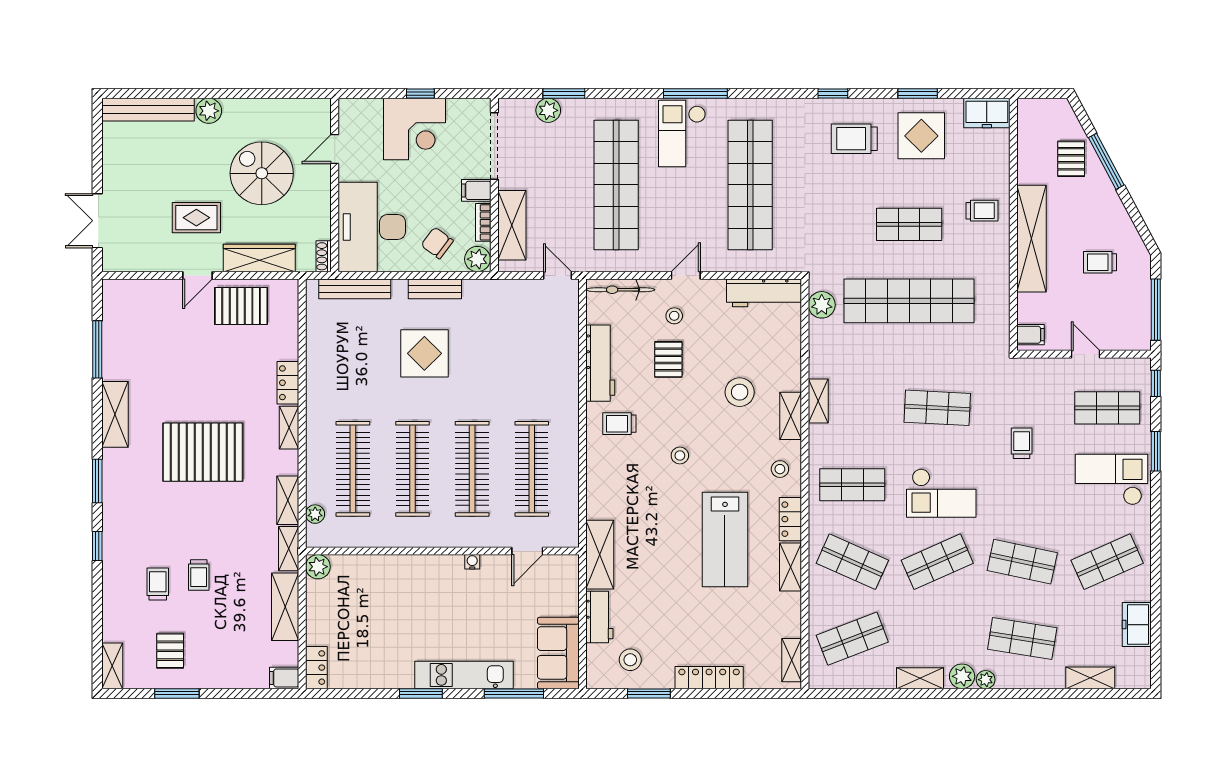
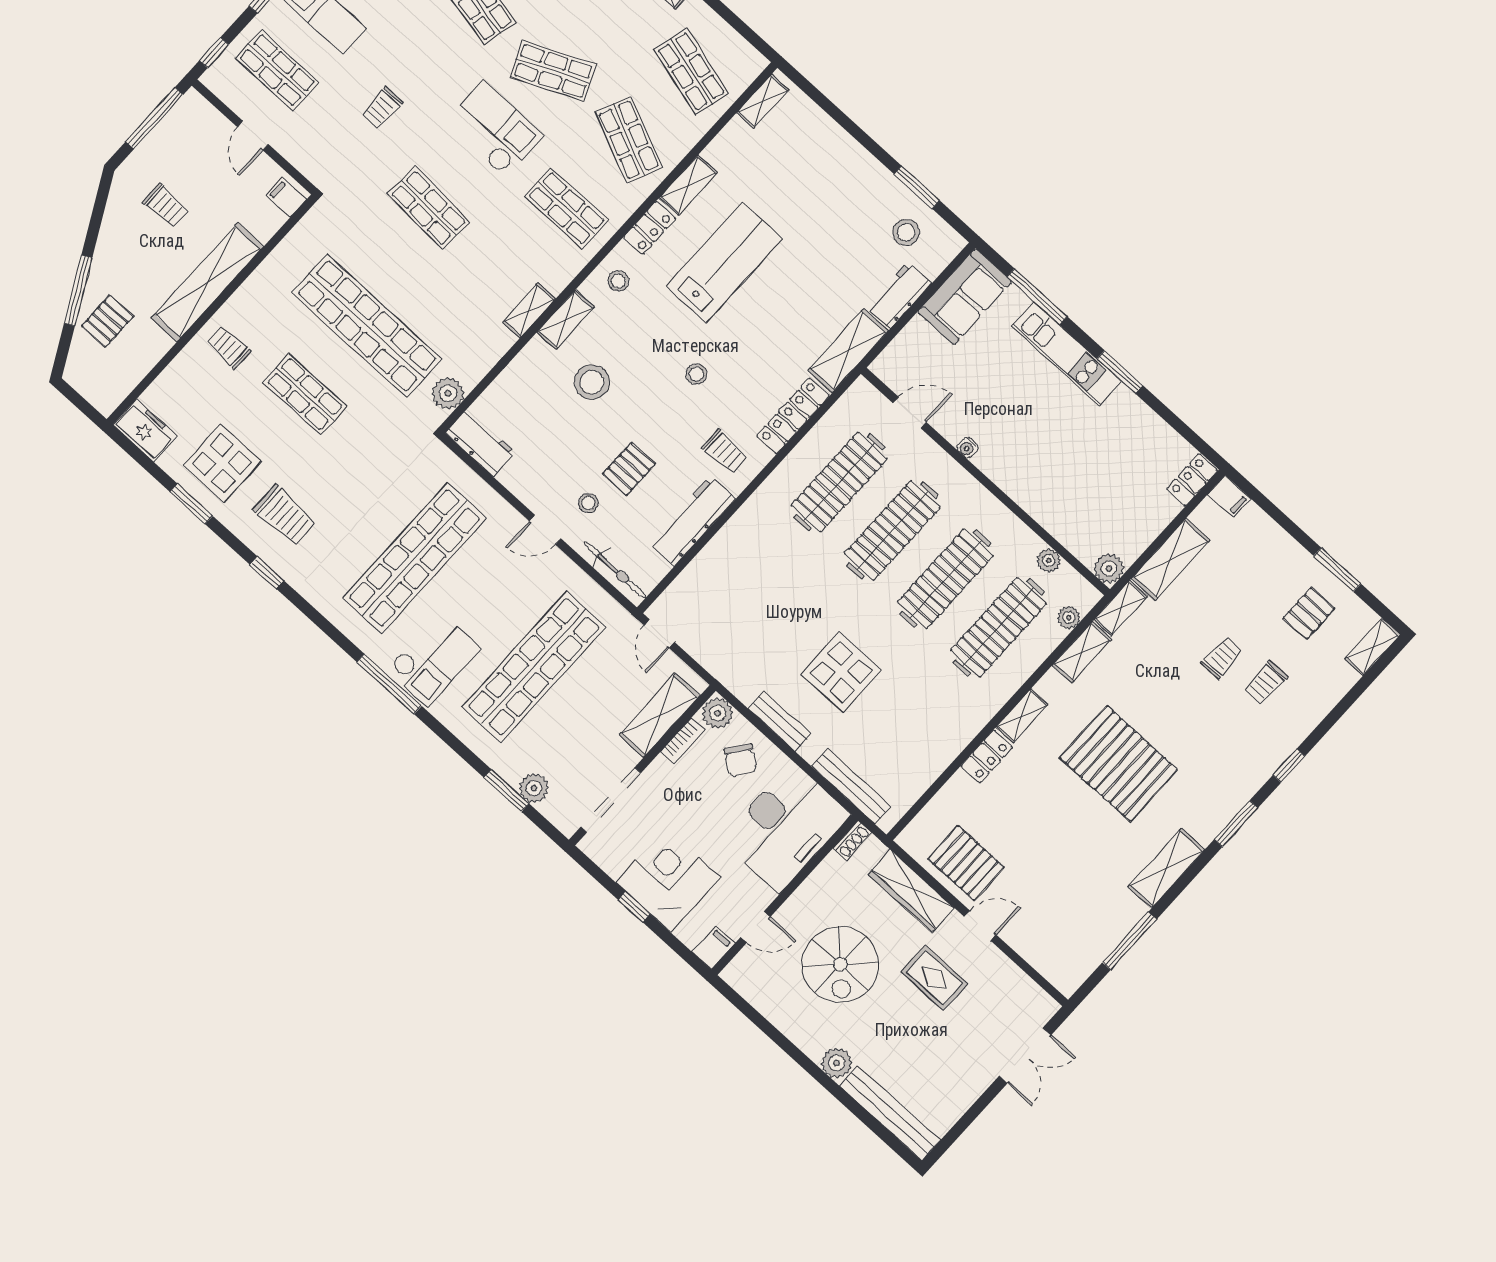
filing cabinet: (476, 190) -> (713, 947), moved, turned -90
workbench: (764, 293) -> (481, 442), width x0.73
plant: (359, 538) -> (1049, 561), added
shop shelf: (852, 639) -> (691, 71), turned 36
locker: (709, 678) -> (793, 416), moved, turned 90

